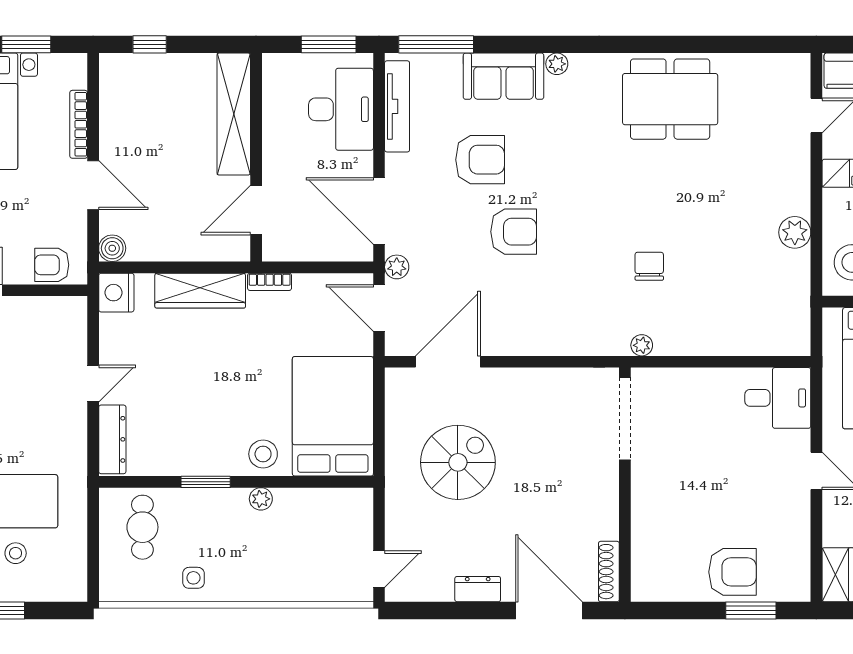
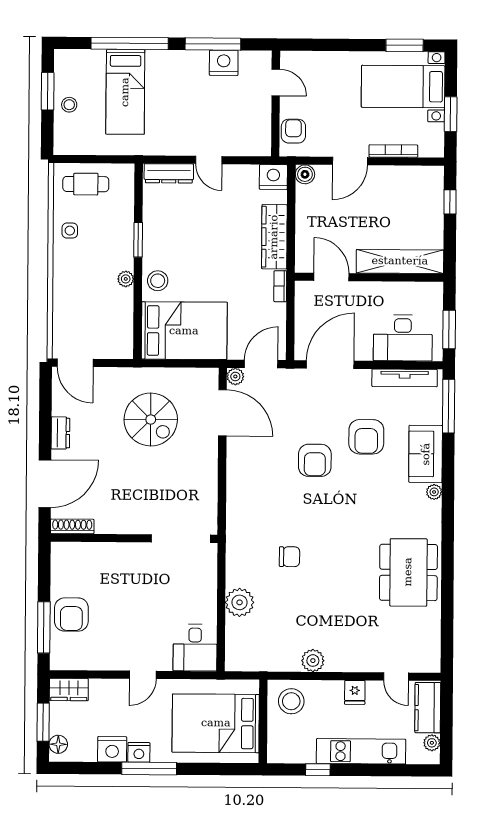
plant: (397, 267) -> (235, 376), moved
plant: (642, 345) -> (240, 602), moved, width x1.87, depth x1.87
cafe table: (142, 527) -> (86, 184), moved
stool: (16, 553) -> (69, 105), moved
door: (379, 569) -> (75, 363), width x1.38
window: (751, 610) -> (44, 627), width x1.44

